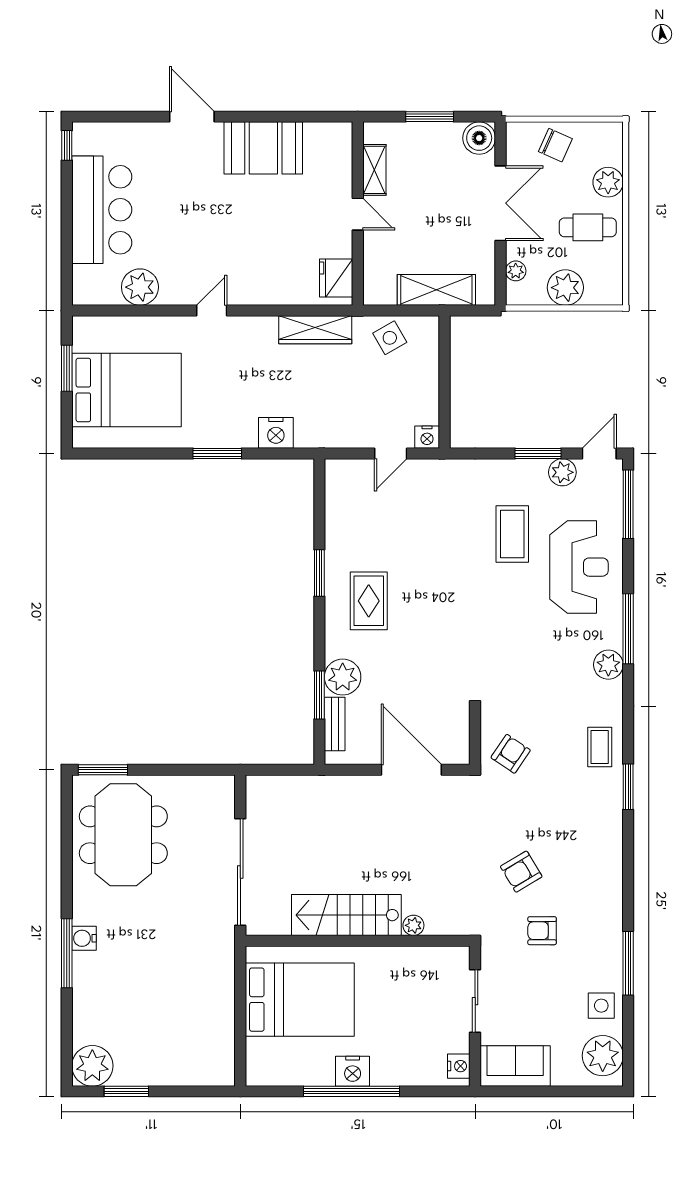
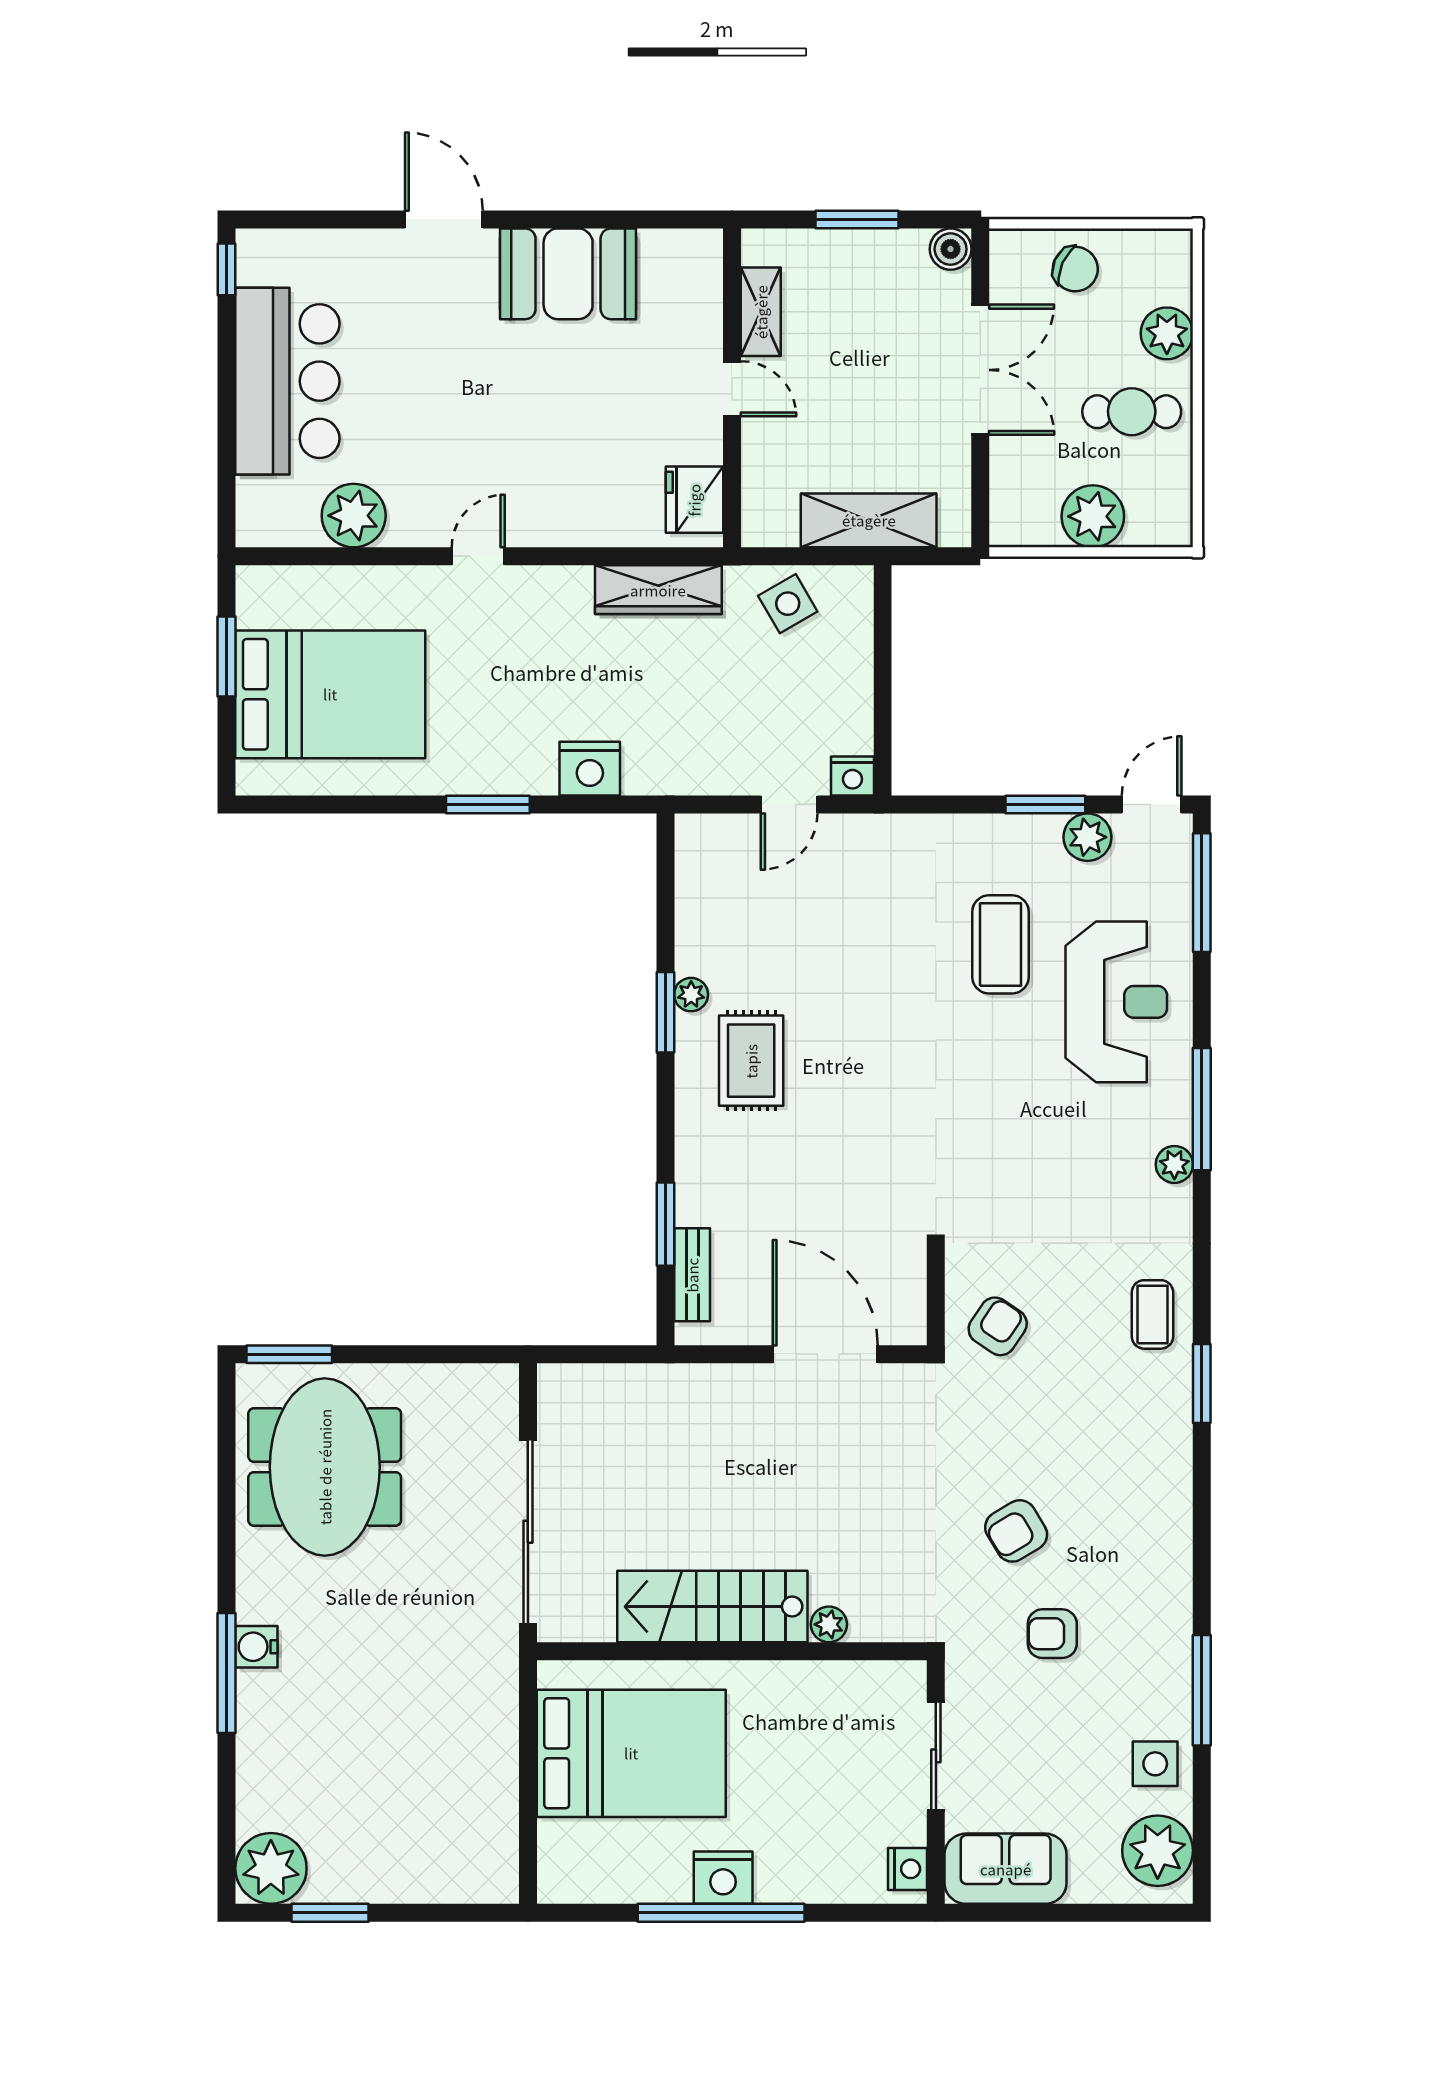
boiler: (479, 138) -> (951, 249), width x0.73, depth x0.73
plant: (516, 271) -> (1006, 487), removed
plant: (608, 665) -> (1174, 1164), width x0.73, depth x0.73
plant: (343, 677) -> (691, 995), moved, width x0.53, depth x0.53

